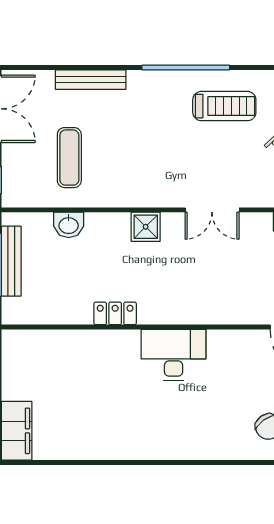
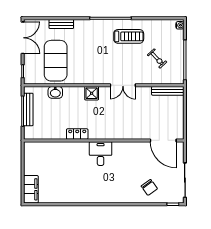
bench: (91, 80) -> (61, 24), width x0.73
exercise mat: (69, 158) -> (56, 61), width x2.00, depth x1.45
desk: (174, 355) -> (101, 154), width x0.73

